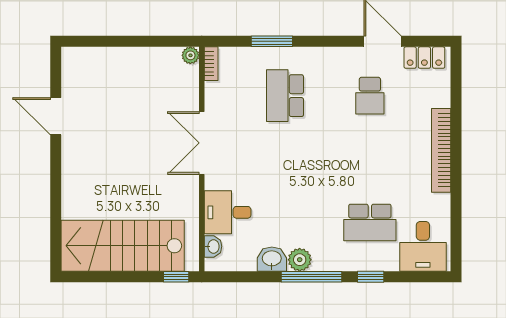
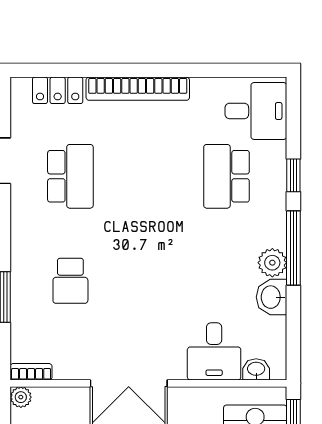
locker: (424, 58) -> (58, 90), moved, turned 90
school desk: (285, 96) -> (70, 281), width x0.54
school desk: (370, 96) -> (70, 176), width x1.85
school desk: (370, 222) -> (226, 176), turned 180

